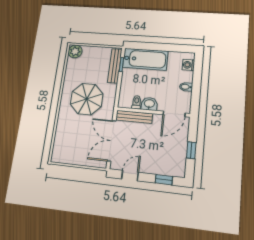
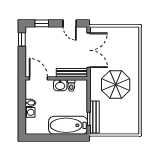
plant: (75, 51) -> (133, 128), removed
washing machine: (188, 65) -> (30, 112), moved
door: (174, 114) -> (38, 78), hinge flipped
window: (191, 150) -> (22, 39), moved
door: (130, 176) -> (70, 23), hinge flipped

